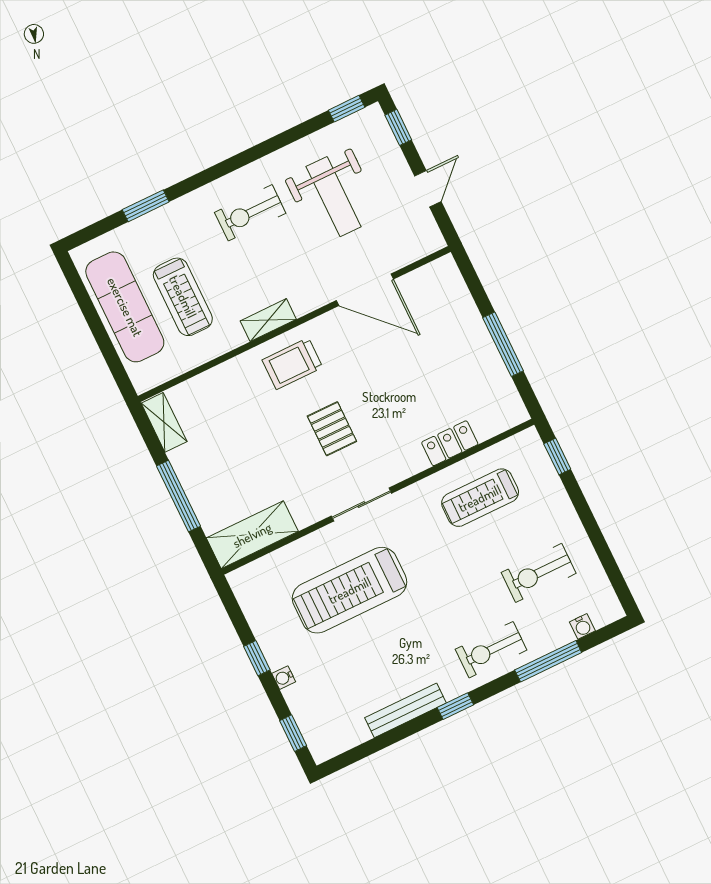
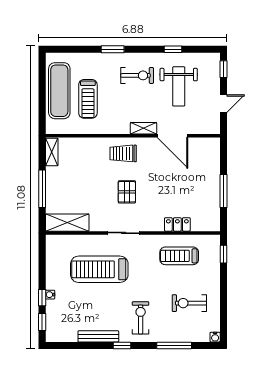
window: (347, 109) -> (173, 49), moved
window: (146, 206) -> (113, 49), moved
exercise bike: (250, 213) -> (137, 75), turned 180
shelving: (268, 320) -> (144, 128), moved
water cooler: (582, 626) -> (215, 337), moved
exercise bike: (491, 650) -> (141, 318), moved, turned 90
window: (257, 658) -> (42, 298), moved

